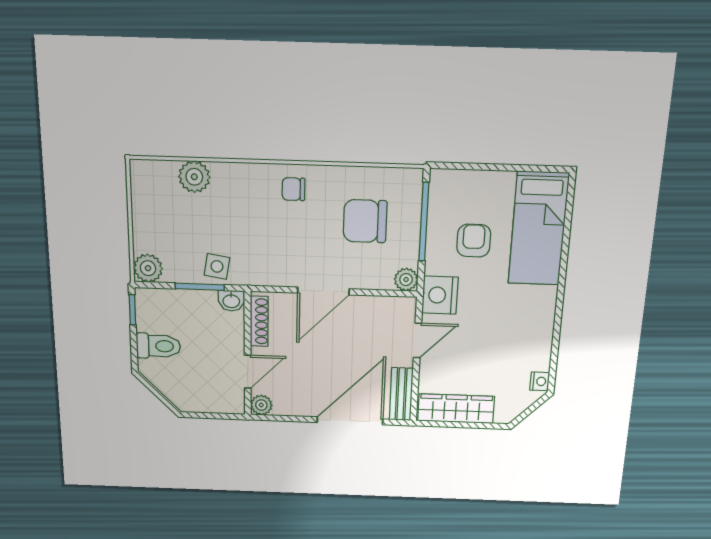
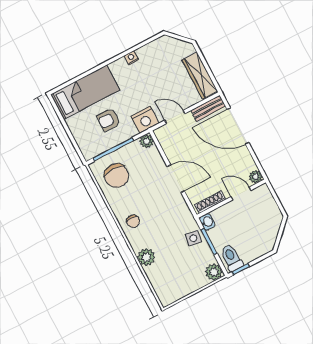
plant: (194, 177) -> (146, 257), moved
chair: (365, 221) -> (116, 176), moved
toilet: (158, 346) -> (232, 258), moved
nightstand: (540, 381) -> (131, 58), moved

